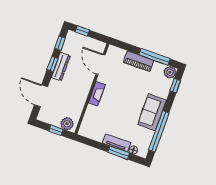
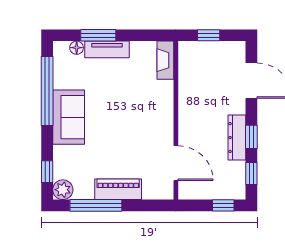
fireplace: (97, 94) -> (165, 60), moved
plant: (67, 124) -> (195, 51), removed

